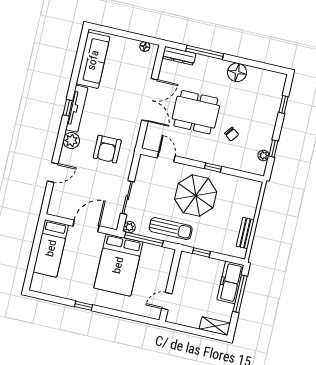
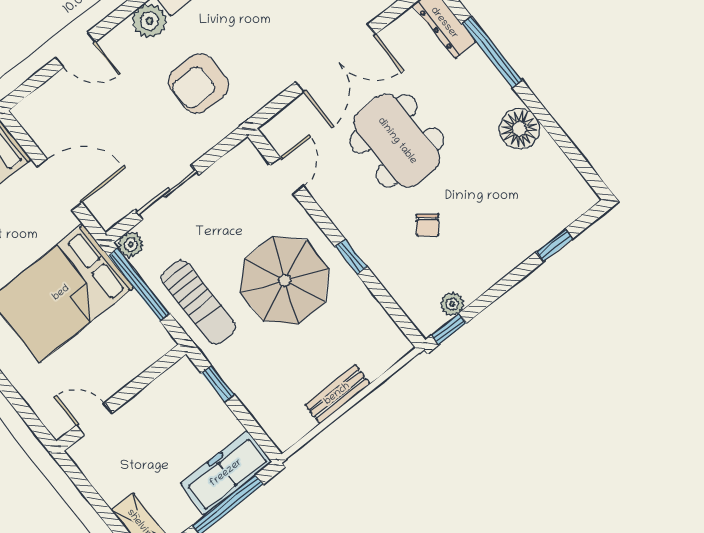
window: (273, 149) -> (449, 329), moved
bench: (245, 233) -> (337, 394), moved

